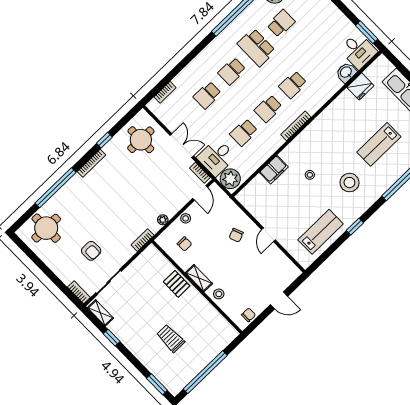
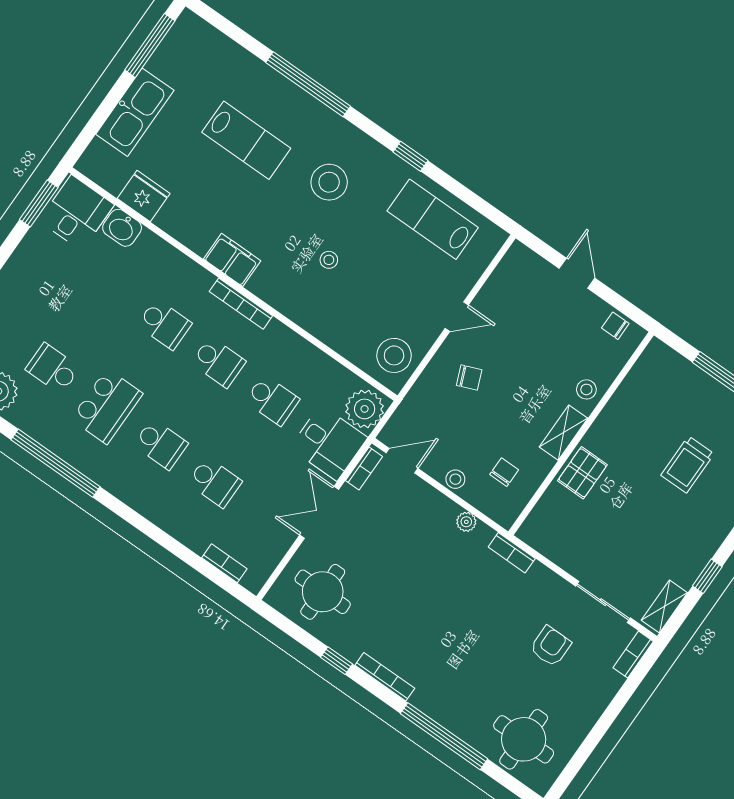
filing cabinet: (274, 170) -> (232, 260), moved
stool: (255, 199) -> (394, 355), added

